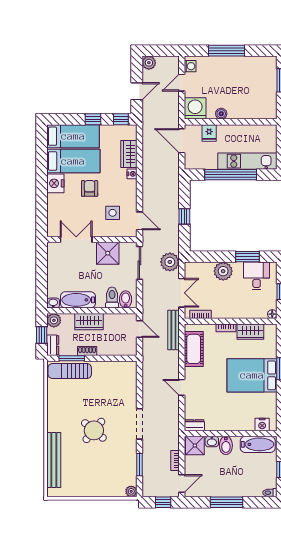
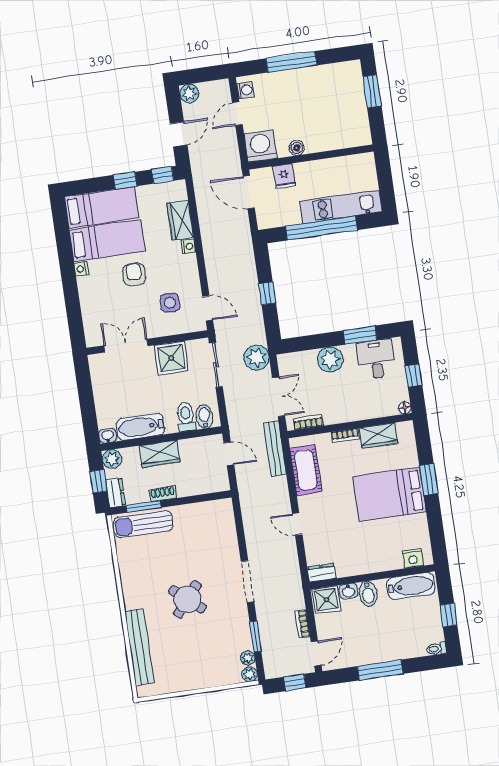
nightstand: (55, 183) -> (81, 269), width x0.53, depth x0.56
plant: (132, 479) -> (248, 658), added

